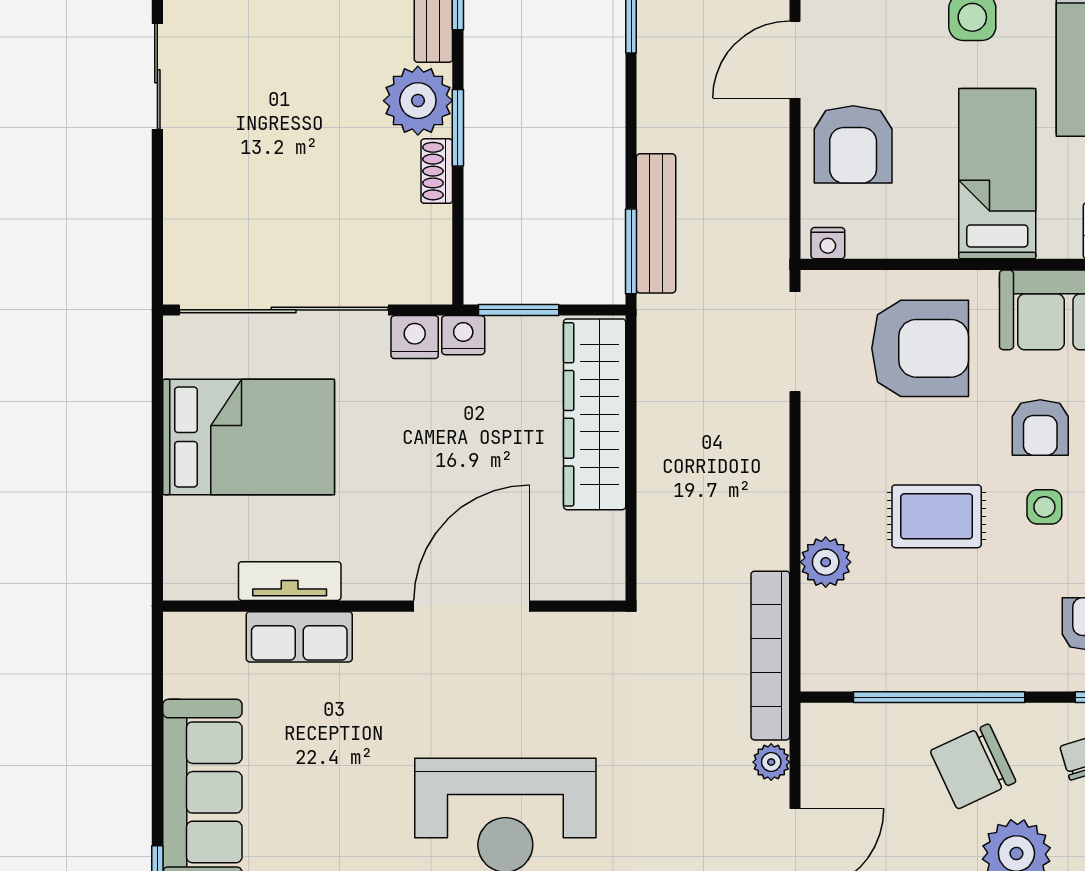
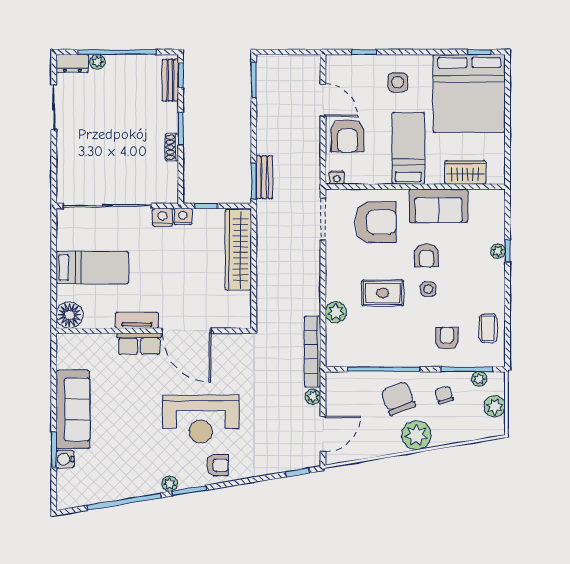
door: (795, 60) -> (323, 100), swing flipped
plant: (418, 101) -> (164, 117), removed
bench: (656, 223) -> (264, 177), width x0.73
window: (519, 310) -> (206, 206), width x0.67
bed: (249, 437) -> (92, 268), width x0.67
floor lamp: (195, 569) -> (70, 315), added
tv unit: (290, 581) -> (137, 320), moved
door: (472, 606) -> (187, 331), swing flipped
row of seats: (299, 637) -> (139, 344), moved
chair: (973, 766) -> (398, 398), turned 94

